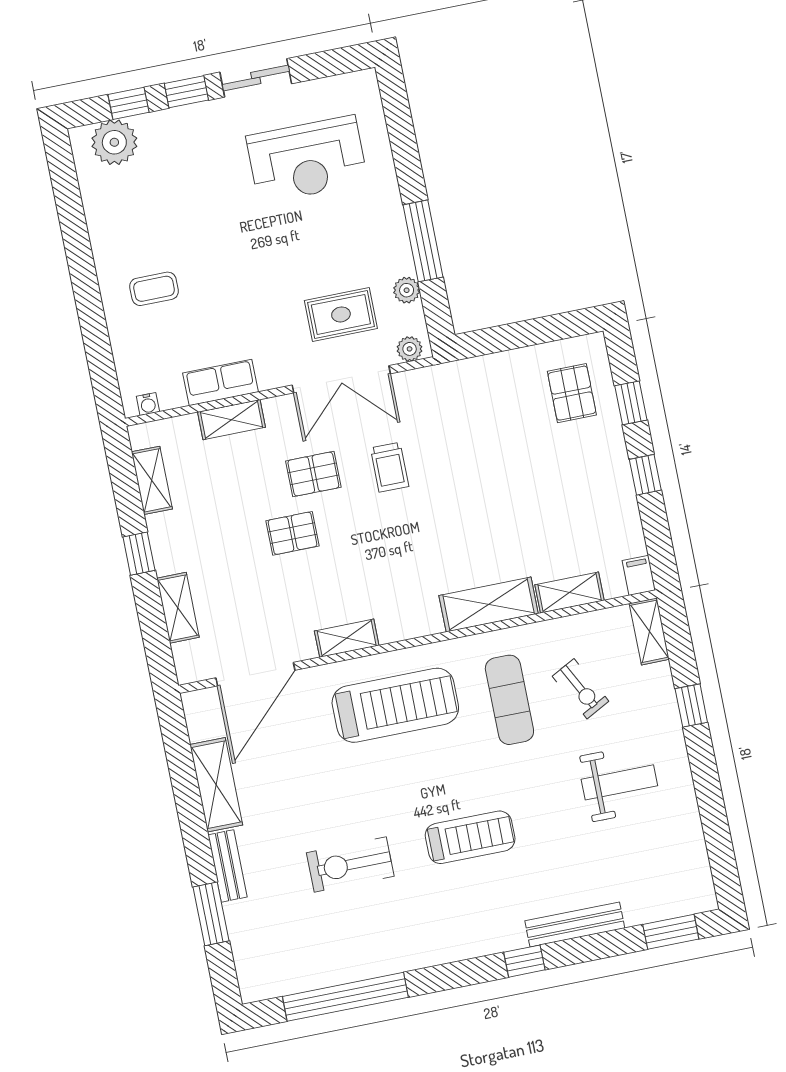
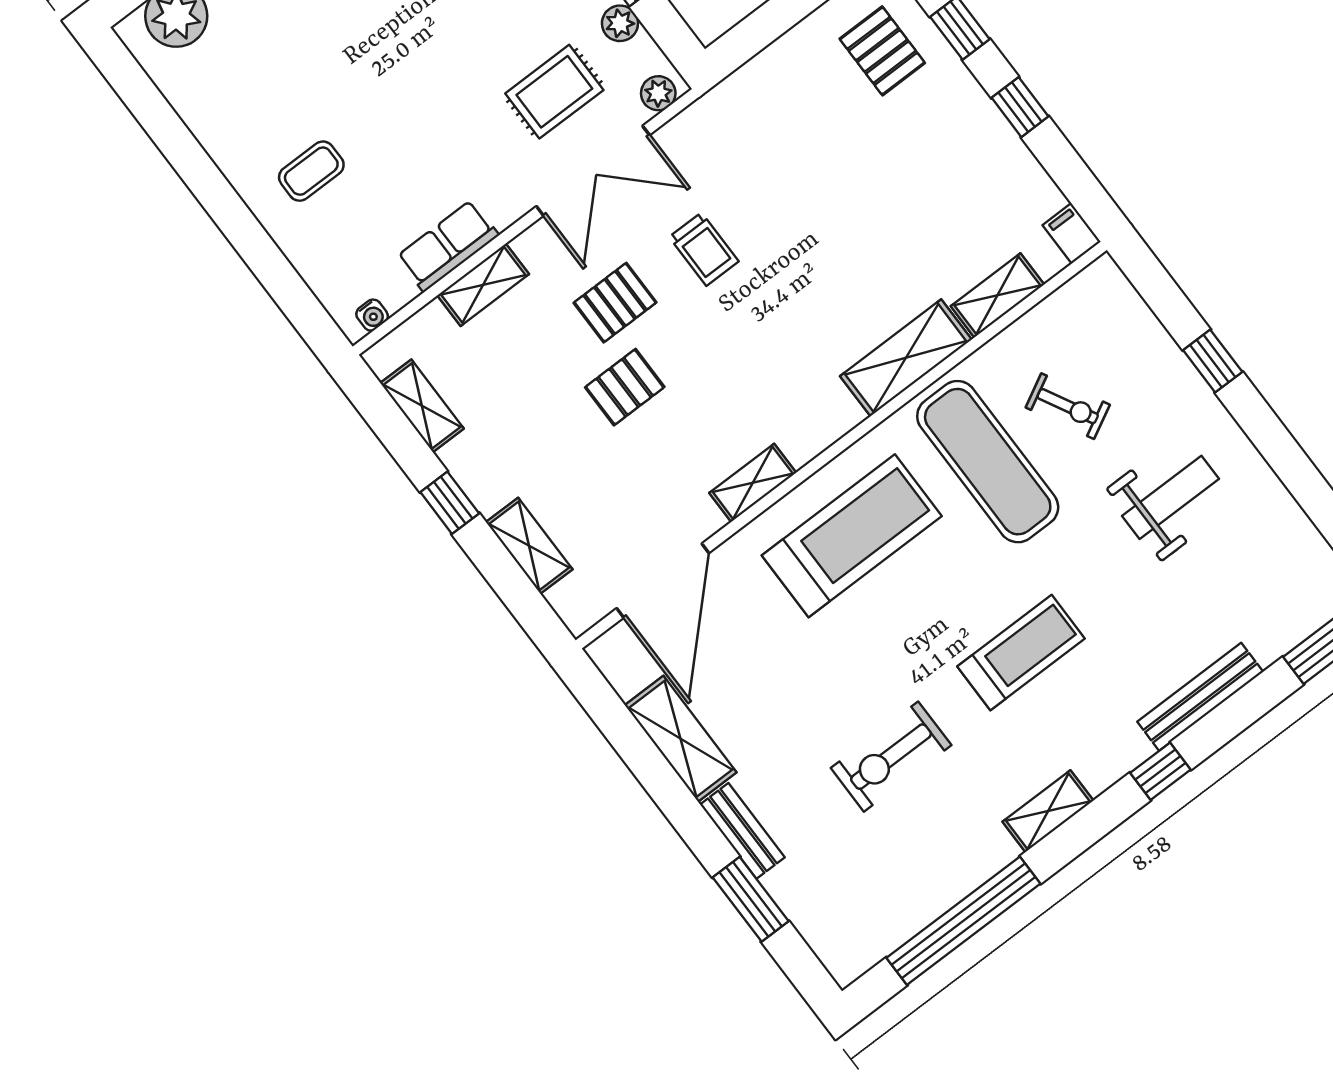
shelving: (649, 631) -> (1048, 811), moved, turned 90
exercise mat: (509, 700) -> (988, 462), width x1.36, depth x1.45

